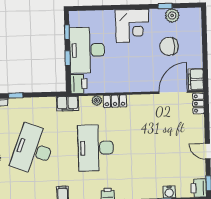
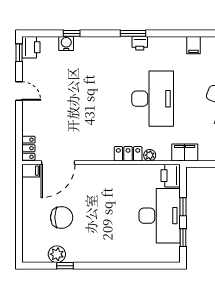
corner desk: (132, 26) -> (105, 243), removed
filing cabinet: (196, 79) -> (31, 171), width x0.50

